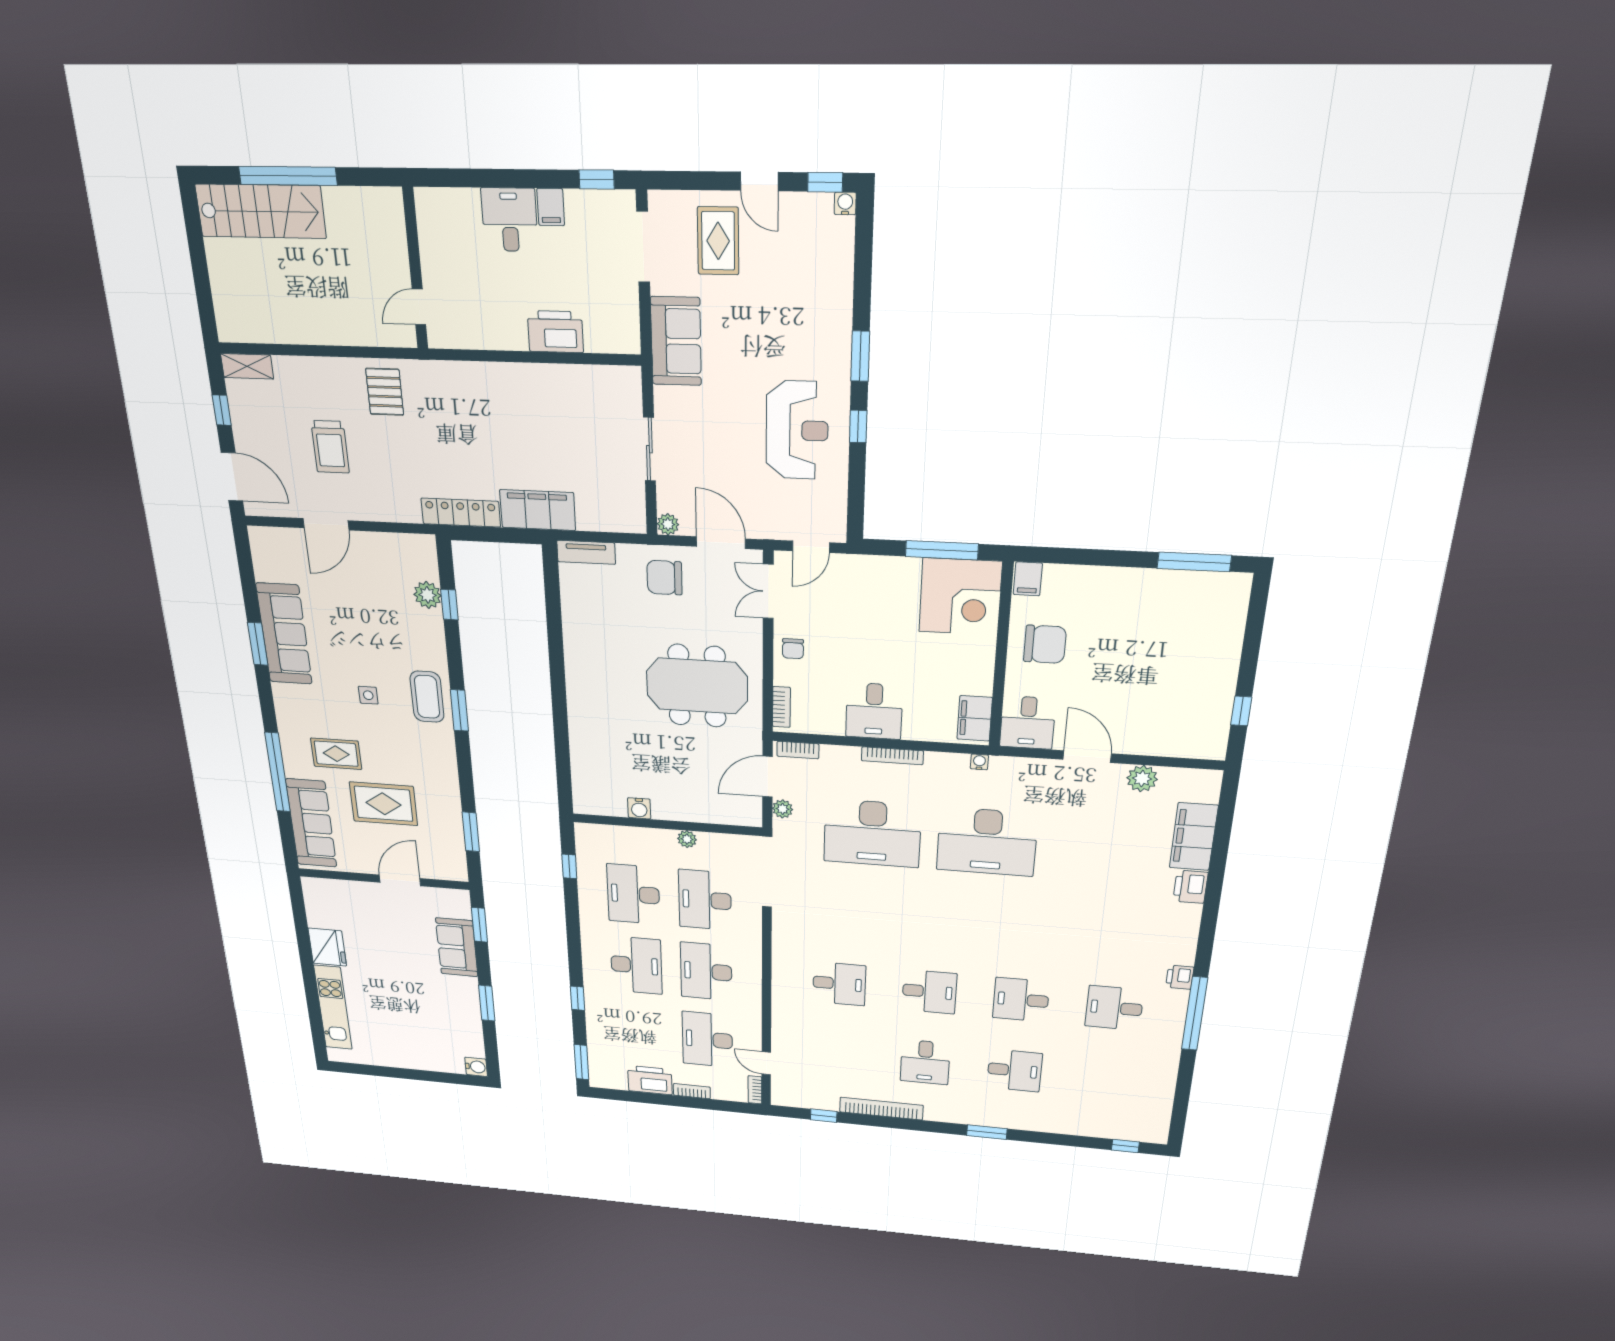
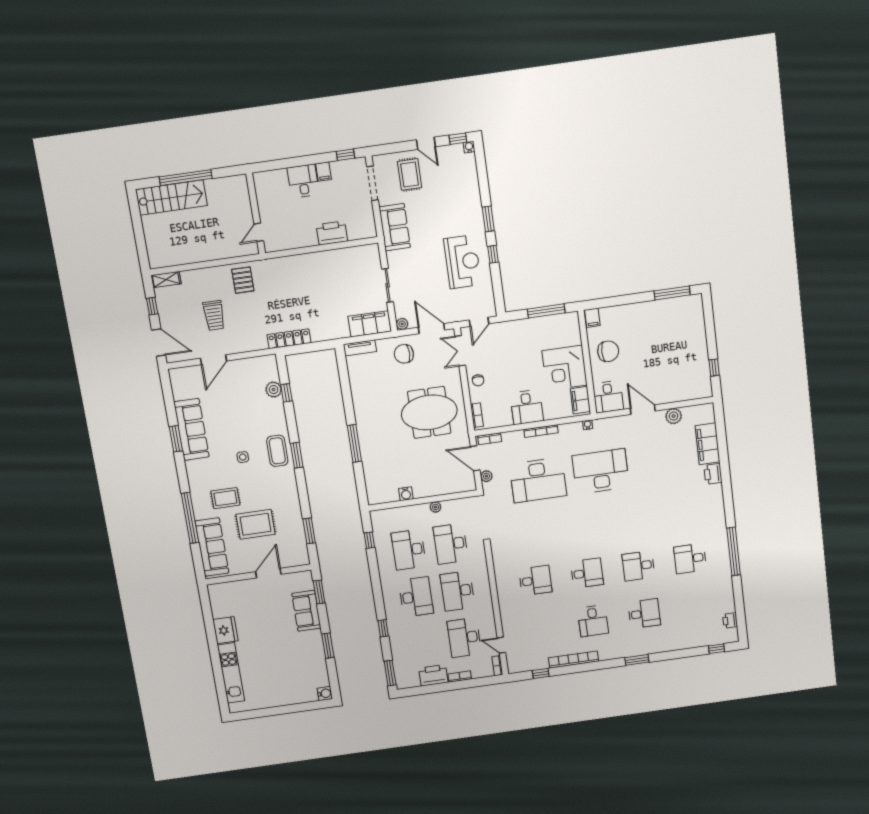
filing cabinet: (538, 510) -> (370, 324), moved
corner desk: (960, 597) -> (565, 368), moved, turned 90
window: (560, 711) -> (354, 443), added
door: (767, 777) -> (475, 458), hinge flipped
desk: (987, 842) -> (601, 471), turned 180
printer: (1180, 977) -> (730, 620), moved

